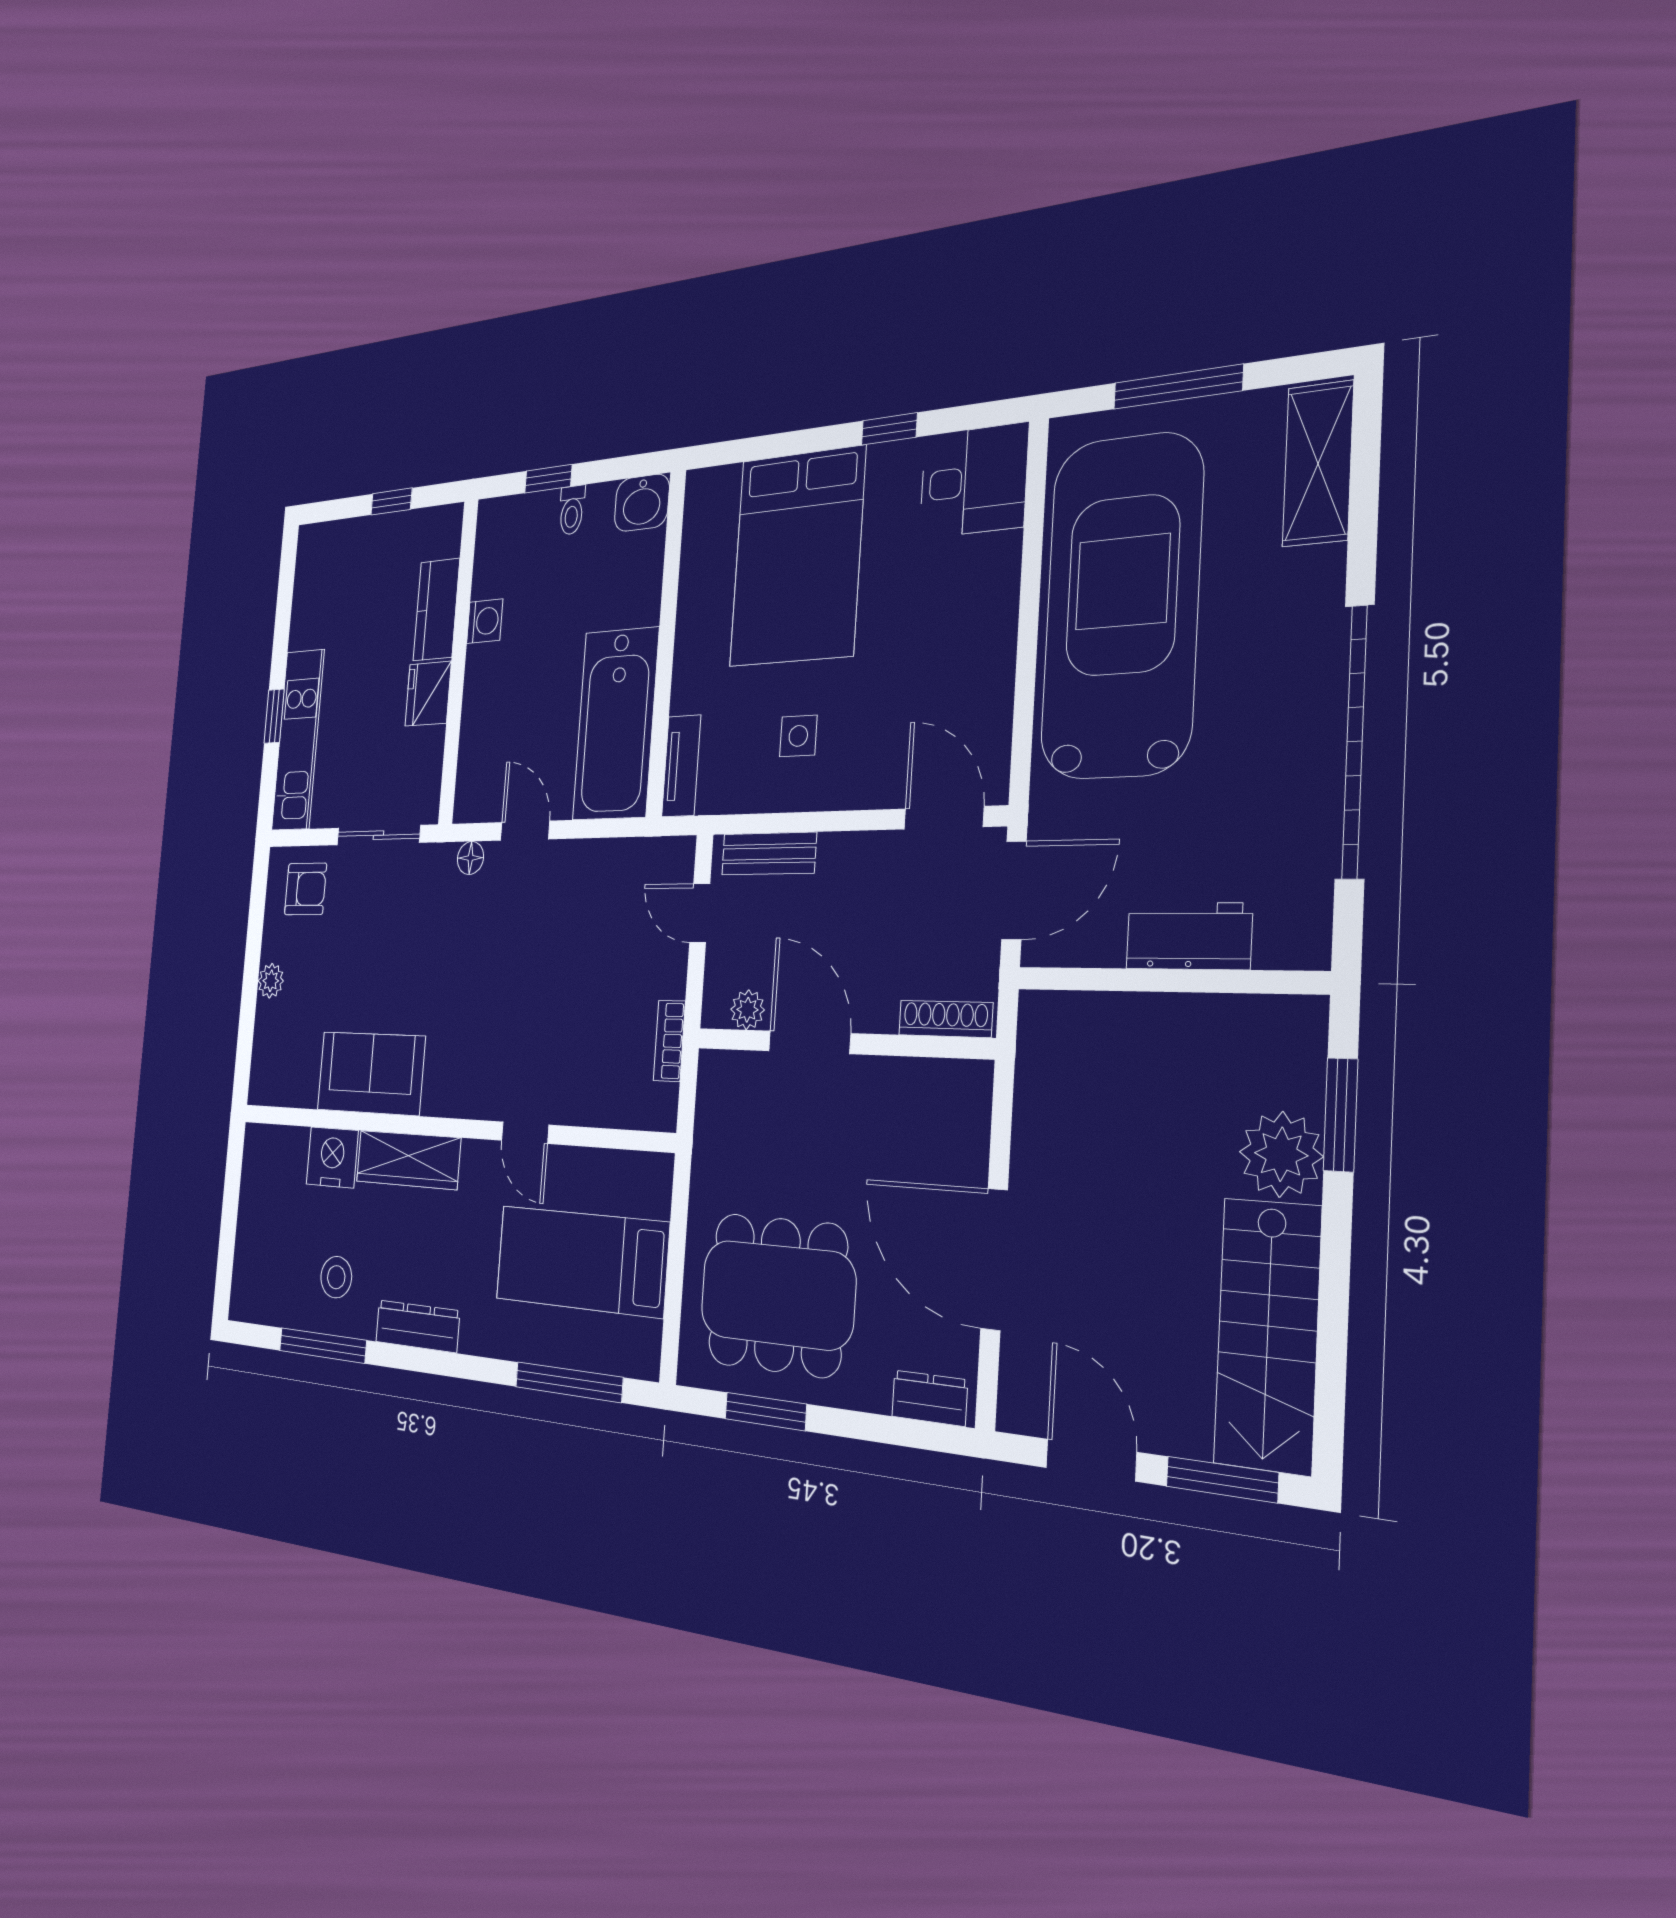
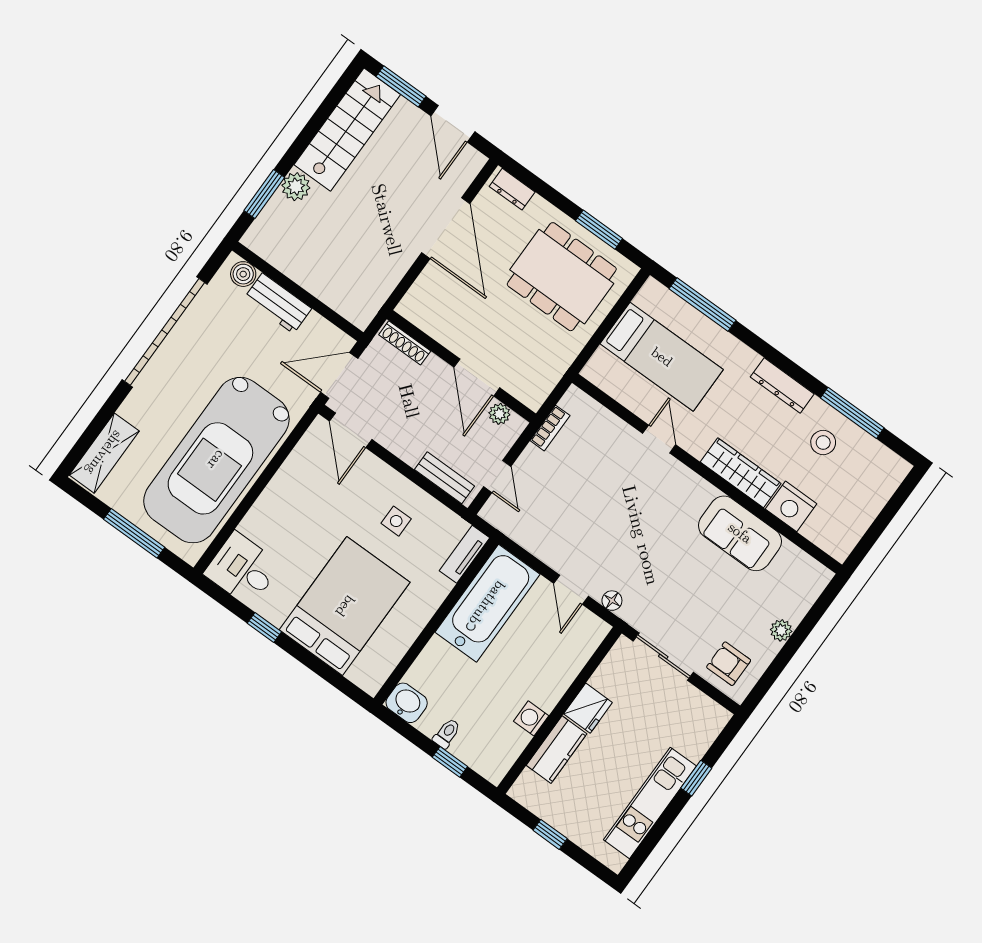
kitchen unit: (298, 740) -> (650, 803), moved
boiler: (1282, 943) -> (243, 274), added
plant: (1281, 1154) -> (296, 187), width x0.73, depth x0.73

